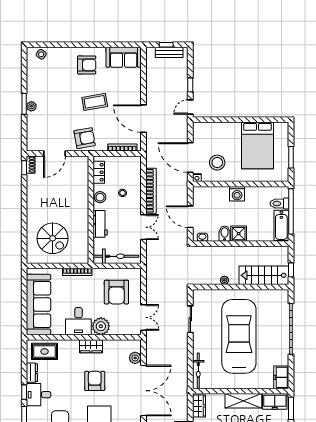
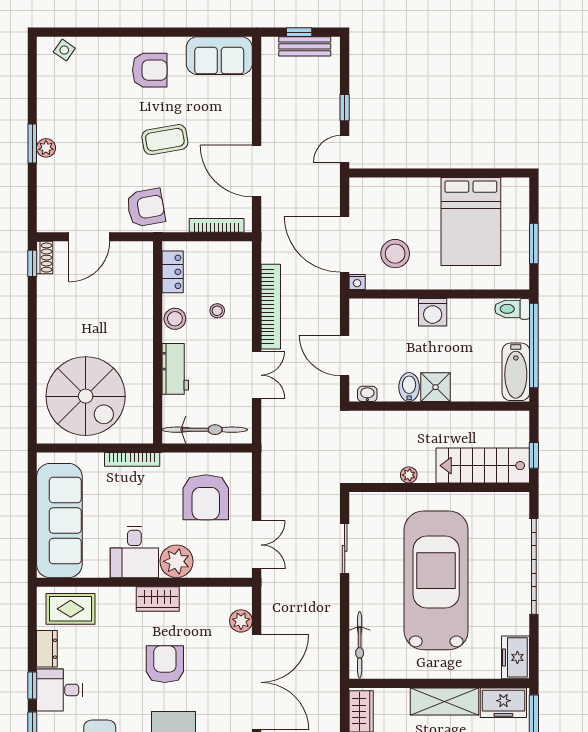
toilet: (279, 204) -> (512, 309), moved
spiral stairs: (53, 238) -> (86, 396), width x1.37, depth x1.37

